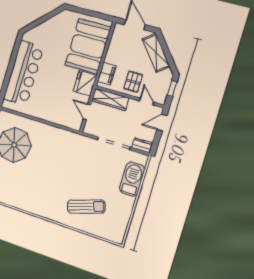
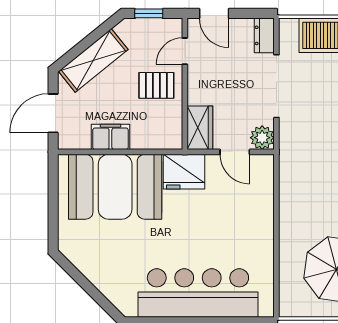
filing cabinet: (107, 74) -> (110, 137), moved
wardrobe: (110, 99) -> (200, 128), width x0.67
door: (87, 112) -> (235, 152), hinge flipped
plant: (90, 128) -> (262, 138), added

